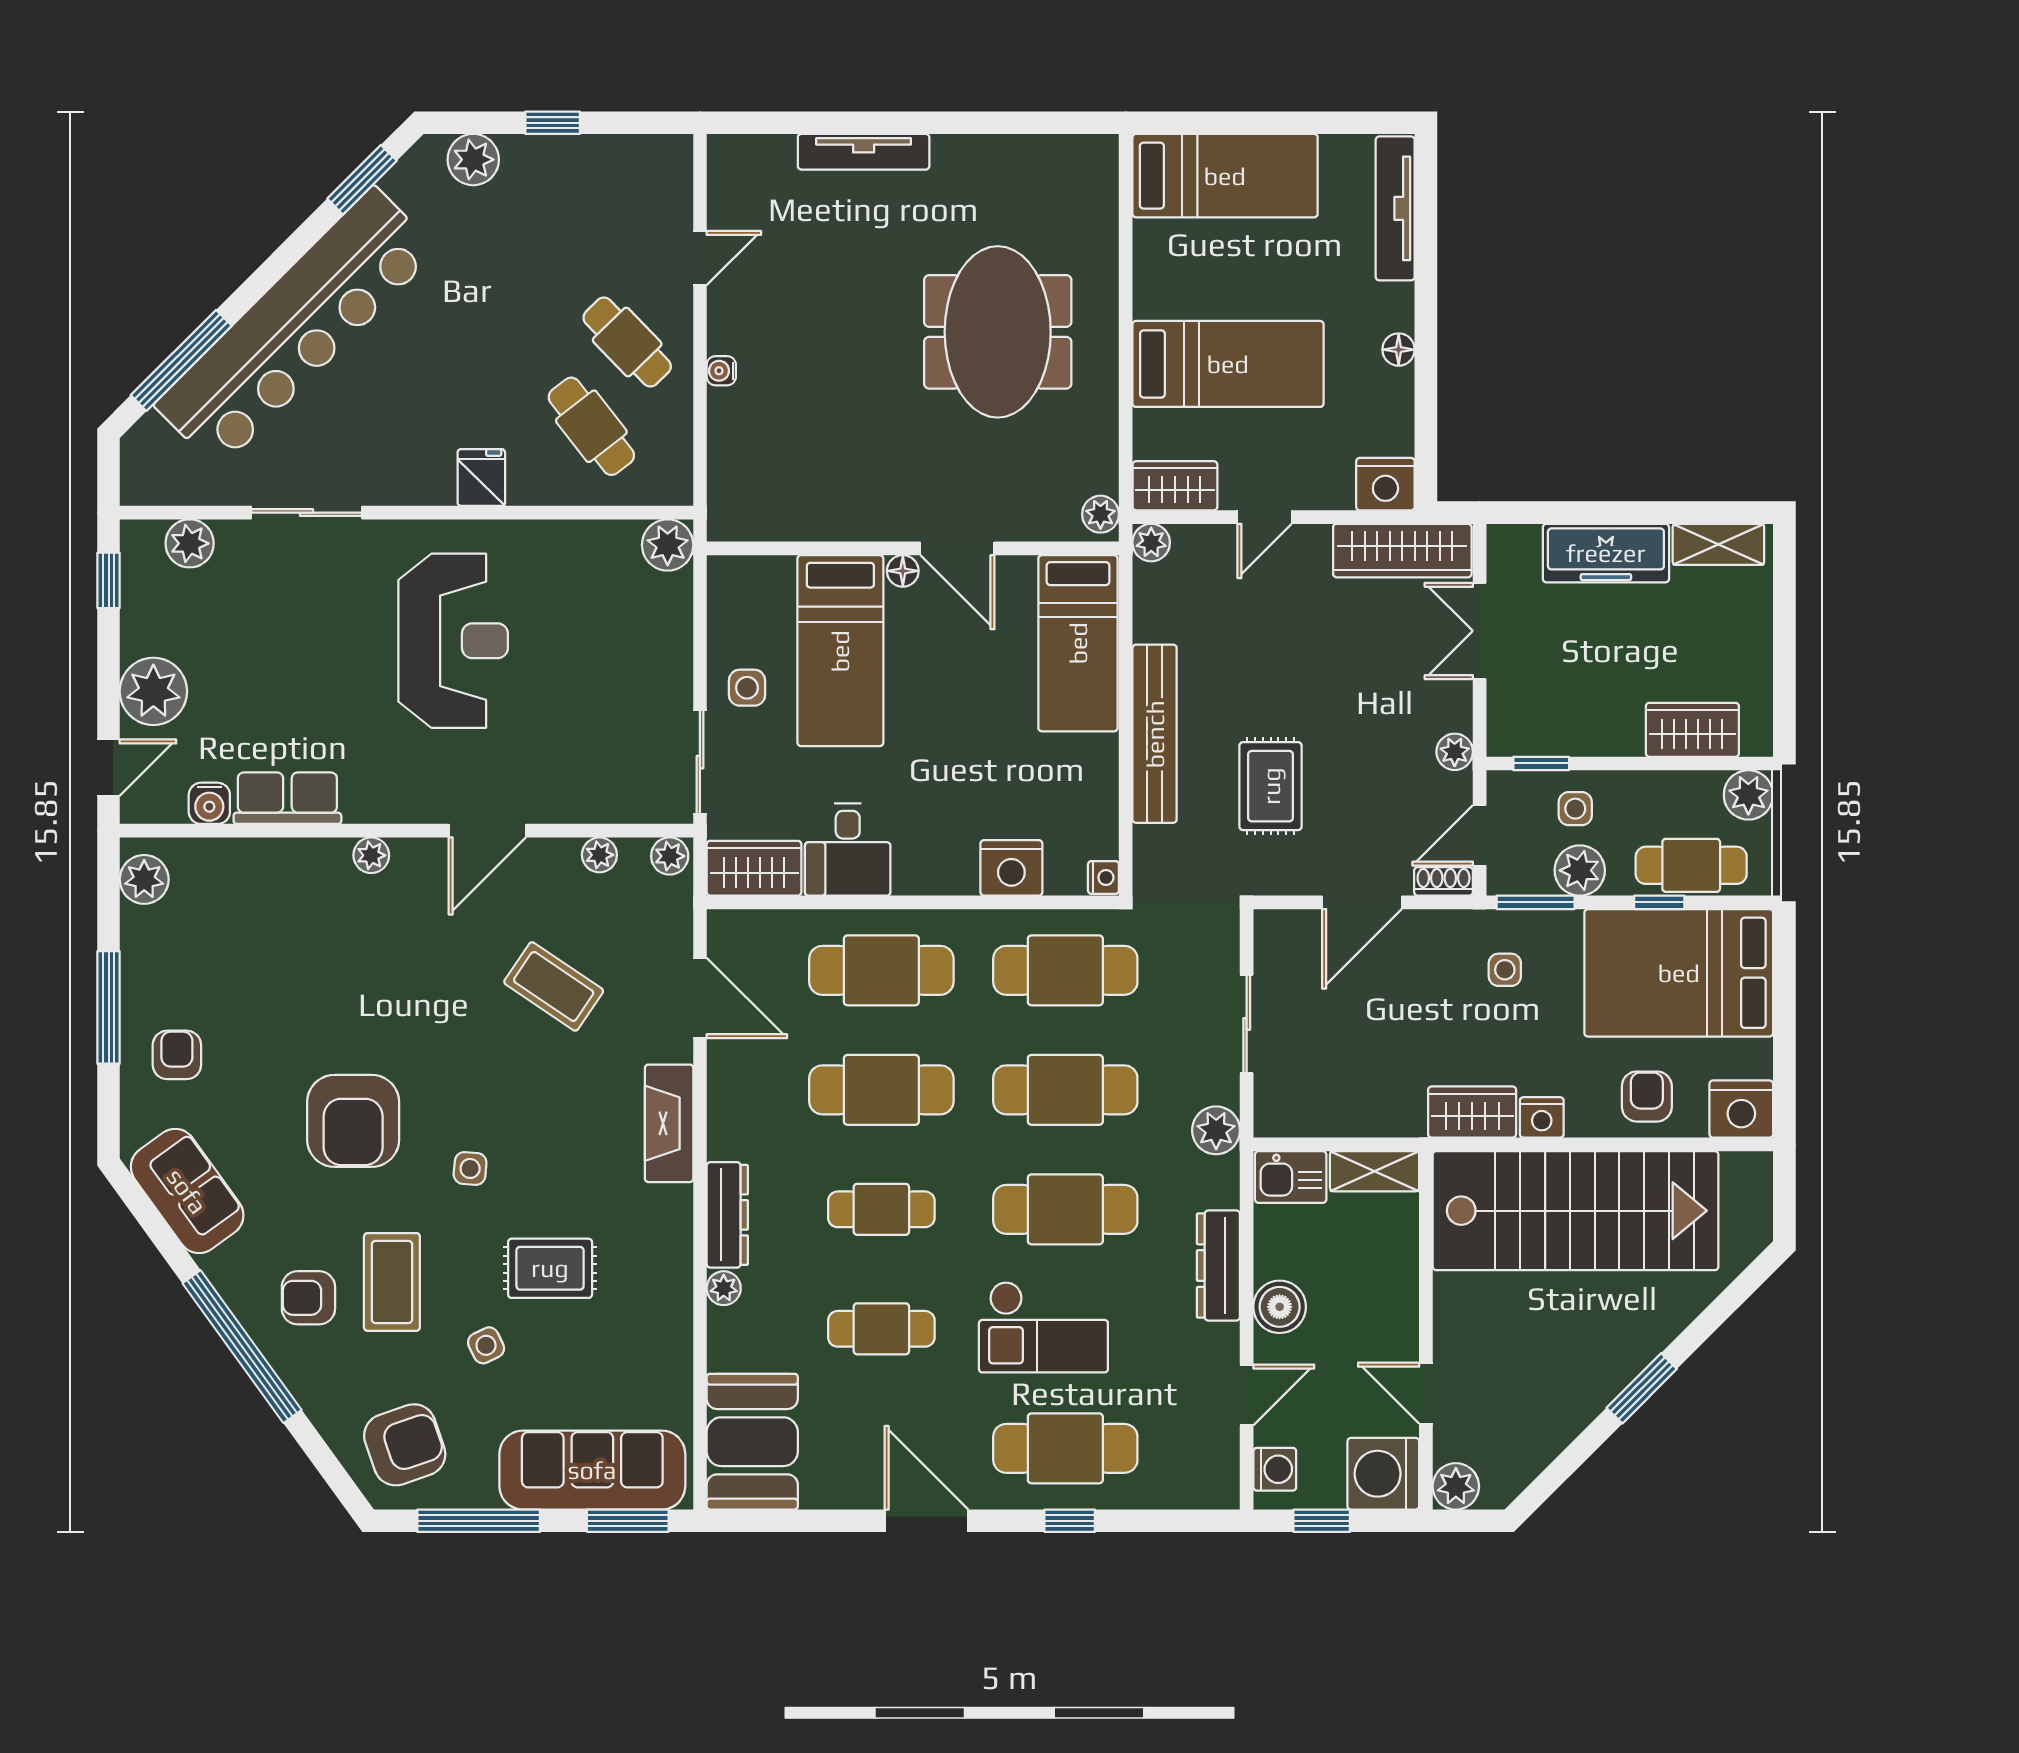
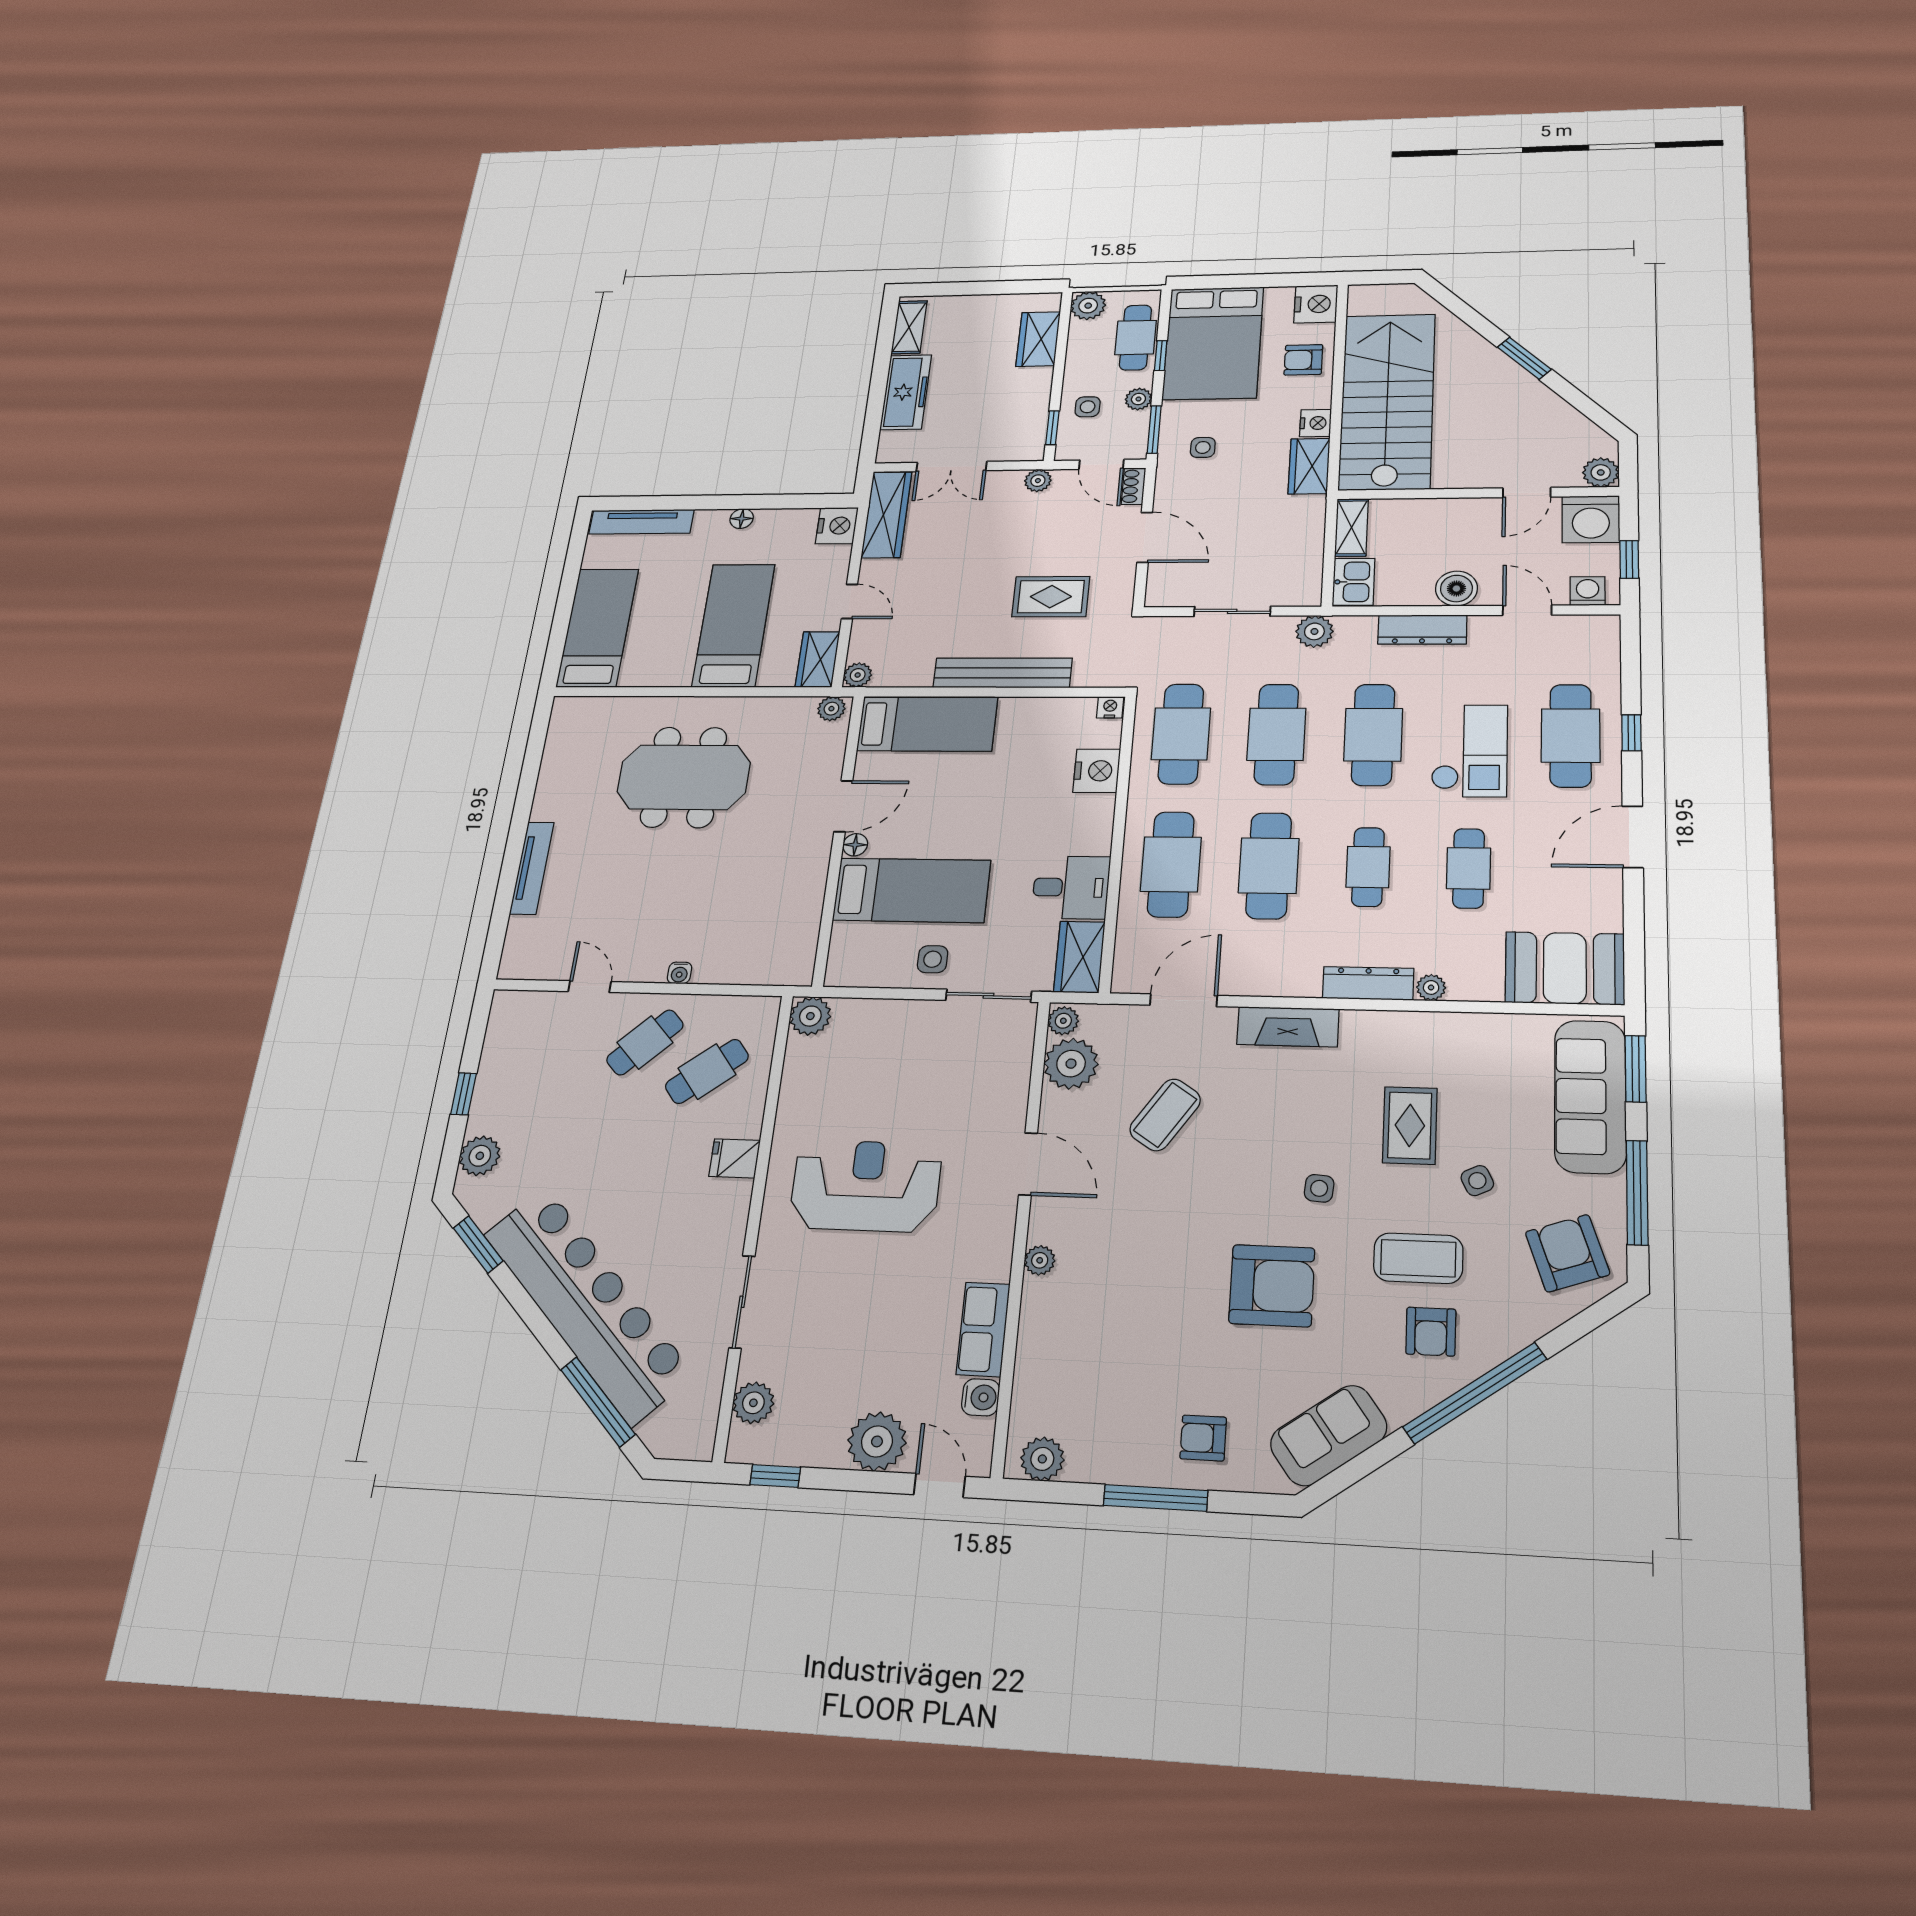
plant: (599, 855) -> (1071, 1064), width x1.88, depth x1.88
plant: (1580, 870) -> (1138, 399), width x0.73, depth x0.73

